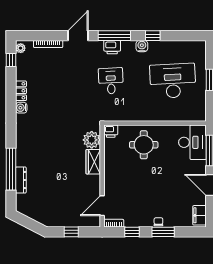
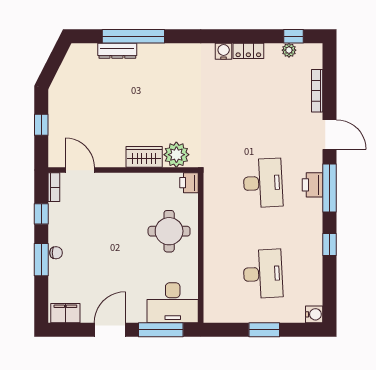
water cooler: (142, 46) -> (314, 314), moved
plant: (21, 48) -> (289, 50), moved
desk: (111, 81) -> (263, 183), width x1.37
desk: (173, 81) -> (263, 274), width x0.73, depth x0.77

